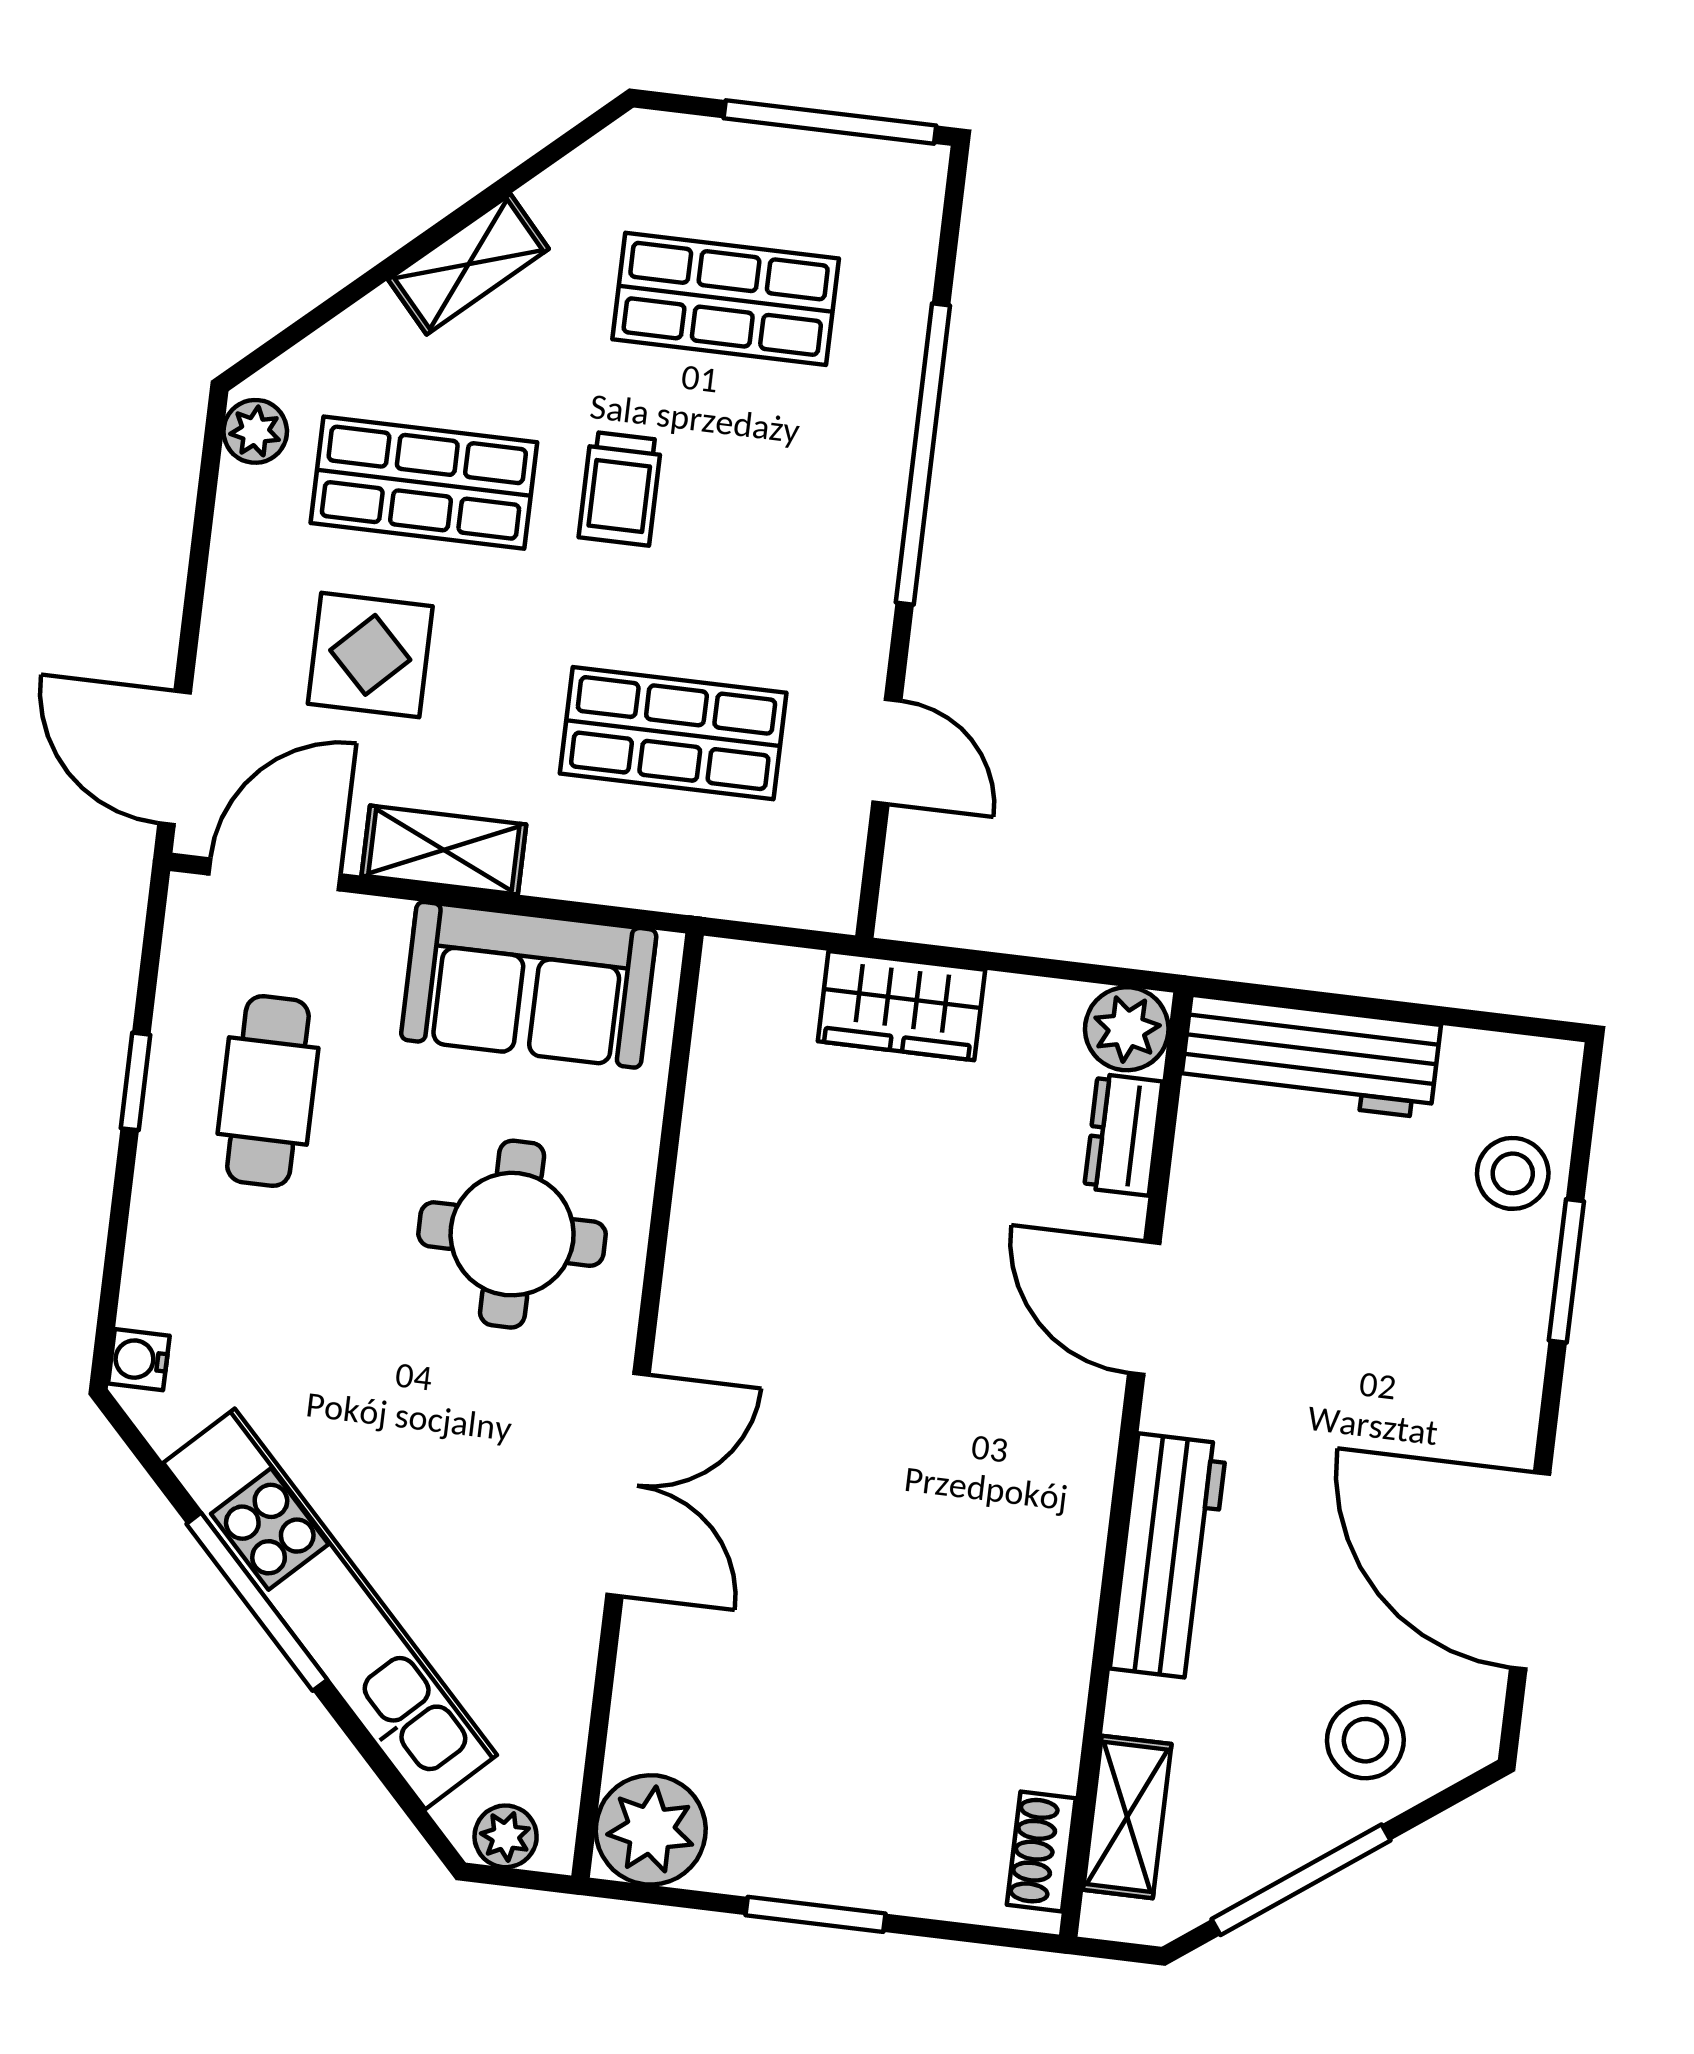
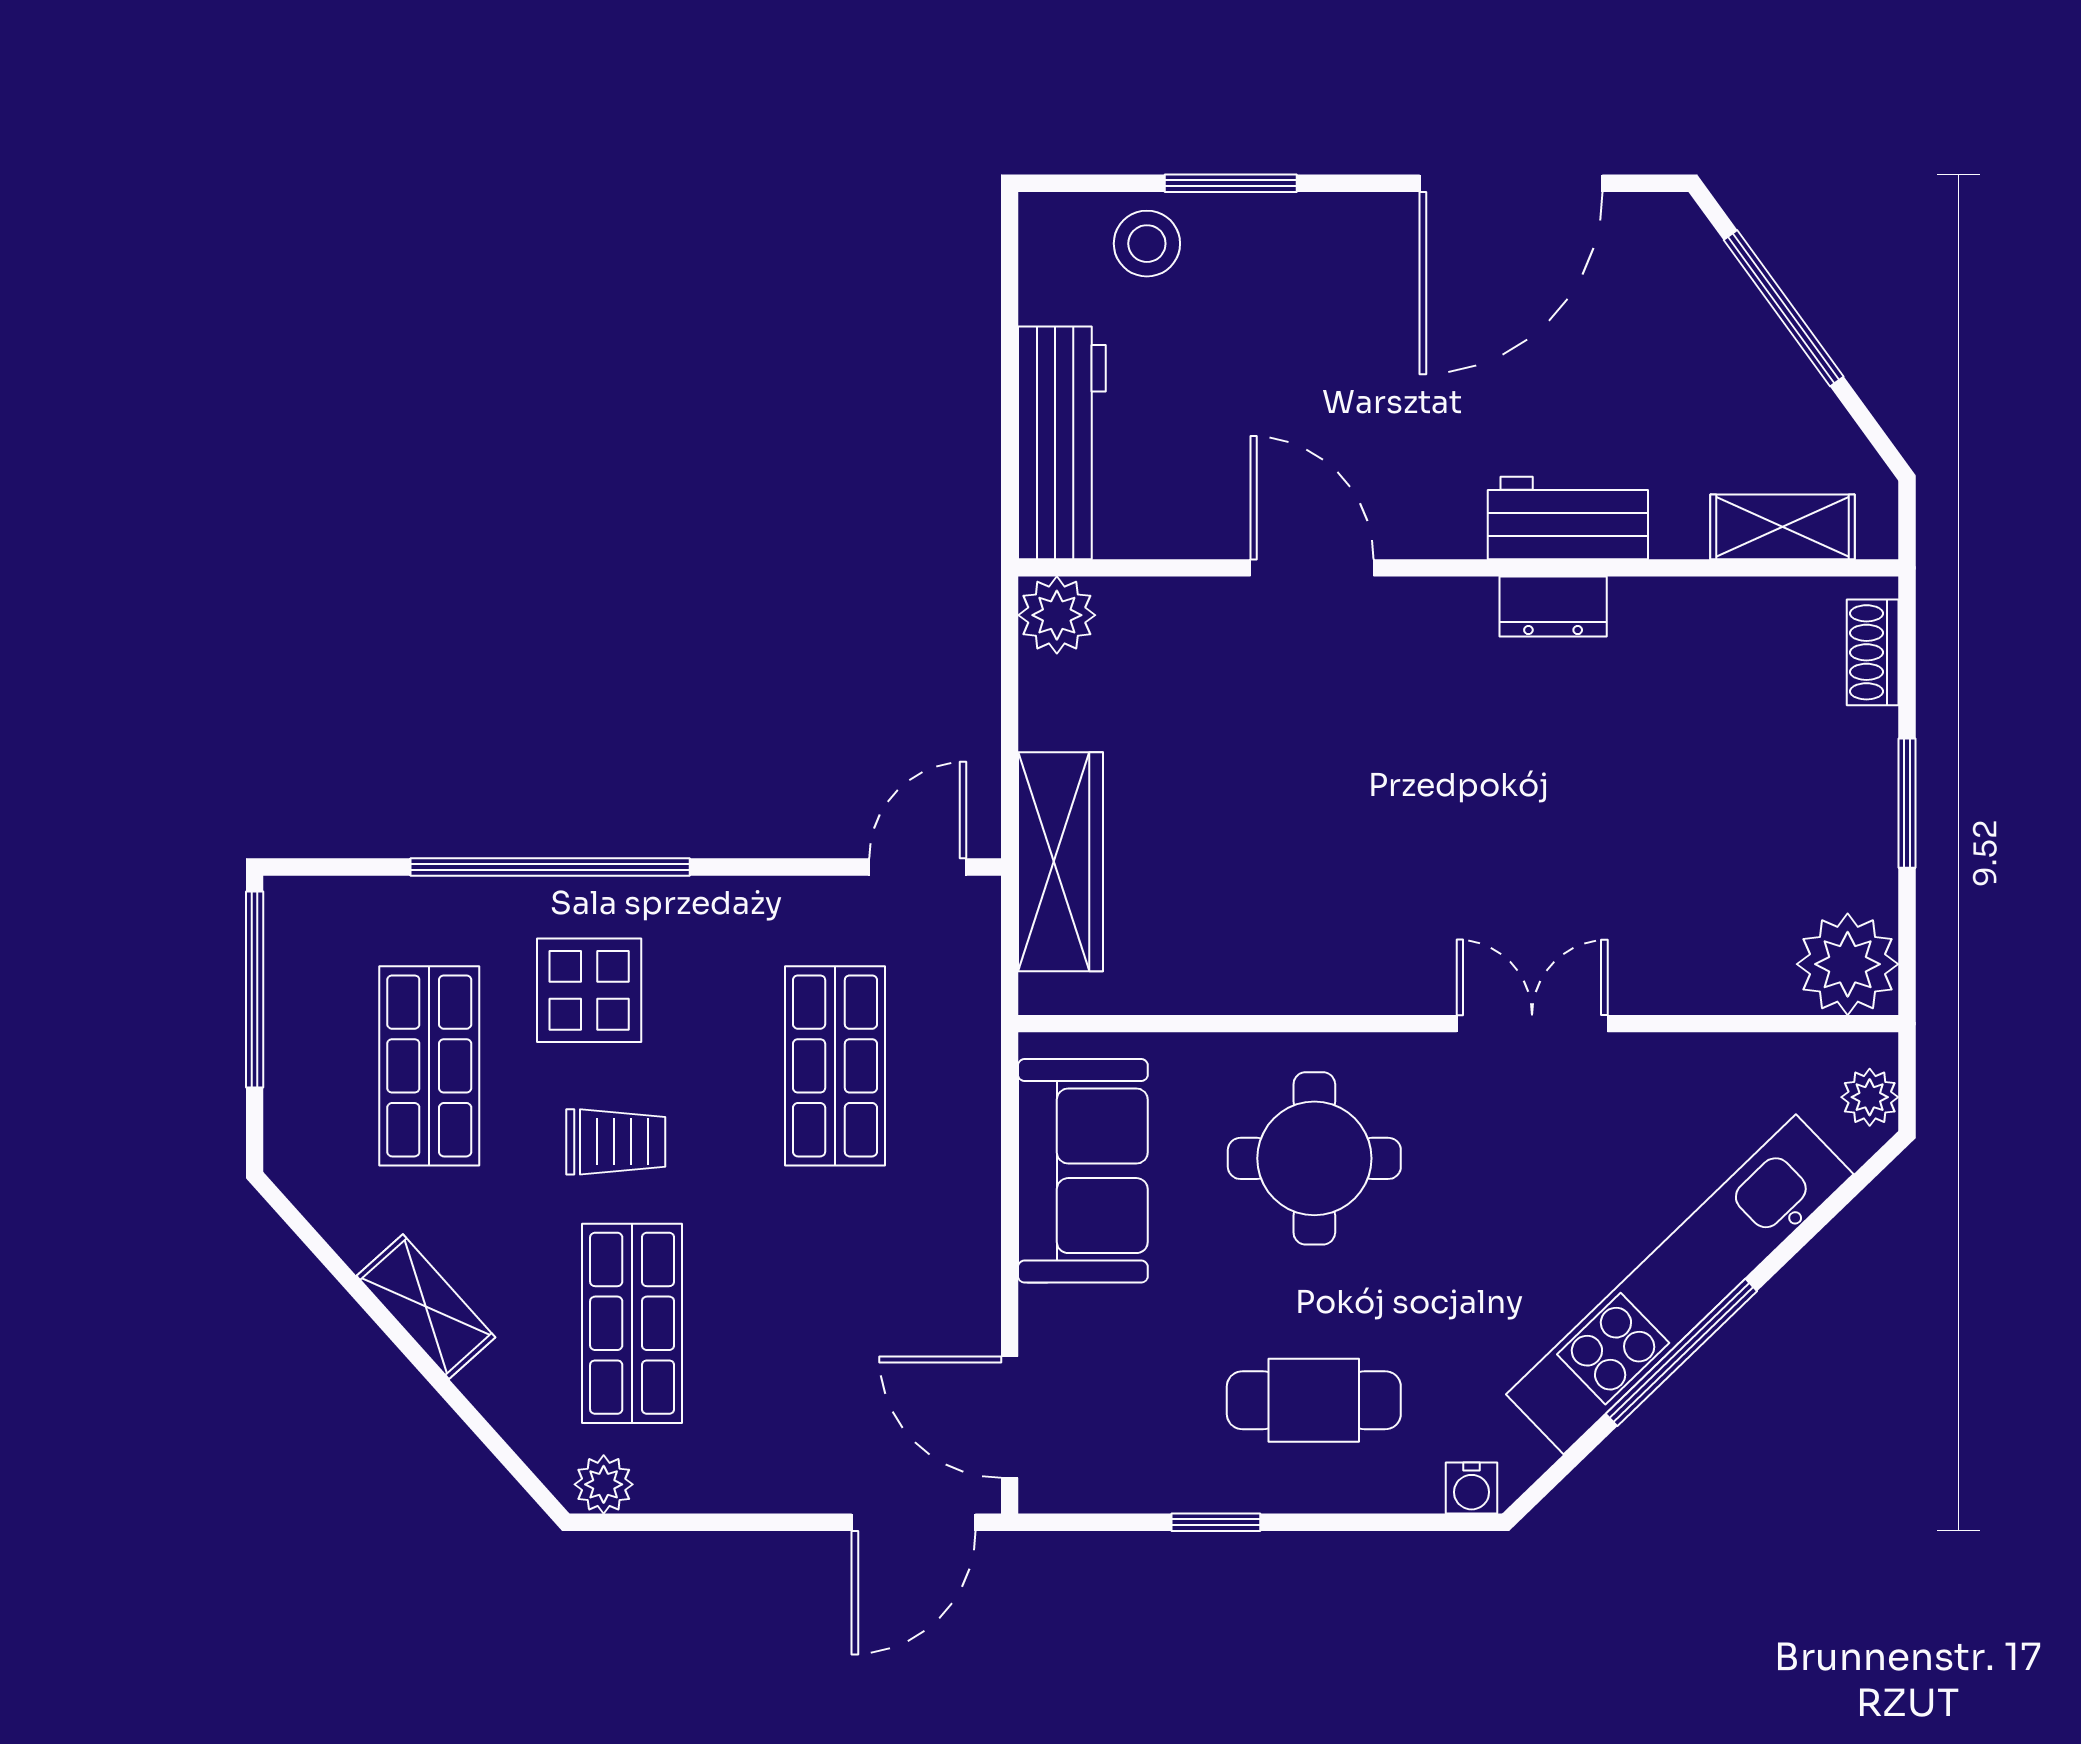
display table: (370, 655) -> (589, 990), moved
door: (887, 752) -> (918, 867), moved
shelving: (444, 850) -> (968, 1264), removed
wardrobe: (901, 1006) -> (1060, 862), width x1.50
cafe table: (268, 1091) -> (1314, 1400), moved
dresser: (1123, 1135) -> (1553, 607), moved
door: (1144, 1308) -> (1312, 568), swing flipped
double door: (628, 1485) -> (1532, 1024), width x0.73
workbench: (1168, 1556) -> (1568, 518), width x0.73
stool: (1365, 1740) -> (1685, 316), removed
shoe rack: (1041, 1852) -> (1873, 652), moved, turned 90
window: (1301, 1880) -> (1784, 308), moved

